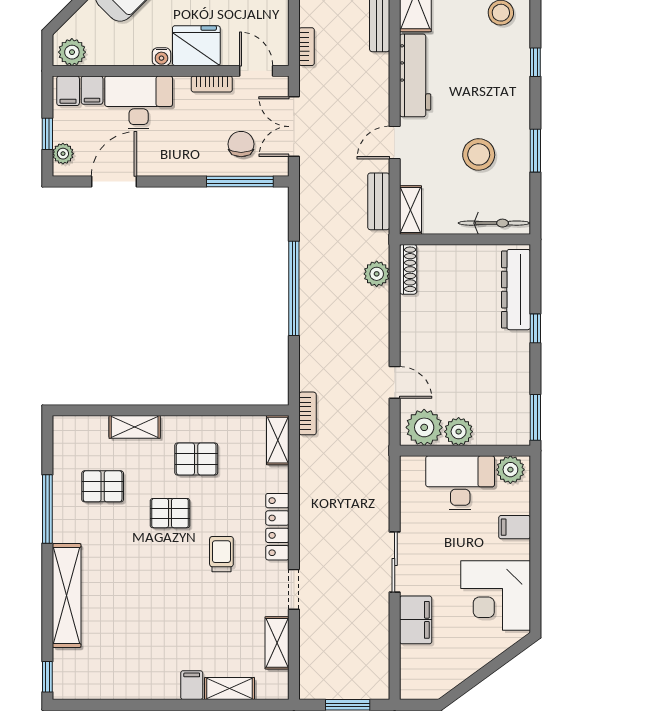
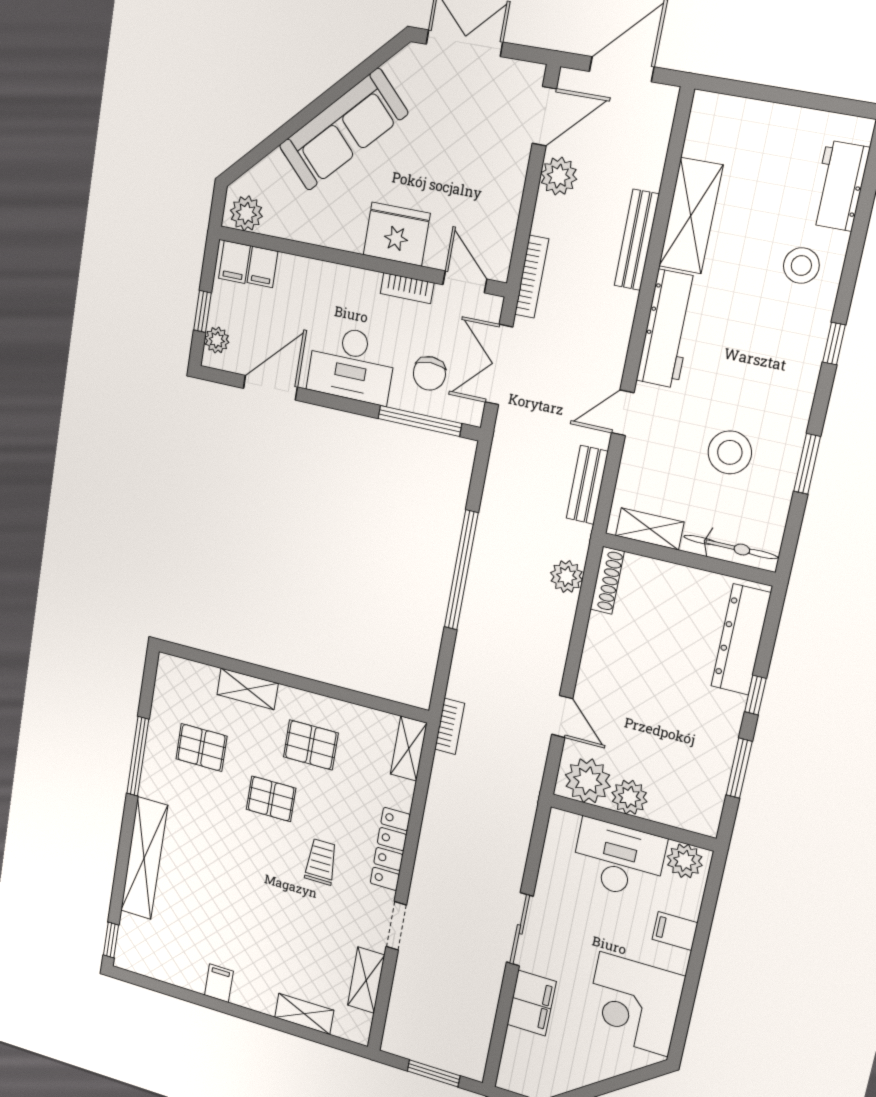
bookcase: (307, 47) -> (532, 277), width x1.56
water cooler: (161, 57) -> (352, 240), removed
desk: (139, 102) -> (351, 364), moved, turned 180
chair: (241, 144) -> (429, 373), turned 180
shelving: (411, 210) -> (650, 529), moved, turned 90
window: (535, 417) -> (739, 768), moved
filing cabinet: (192, 685) -> (219, 983), moved

